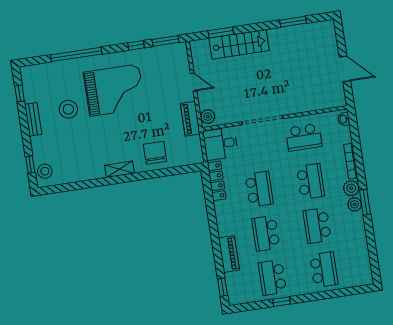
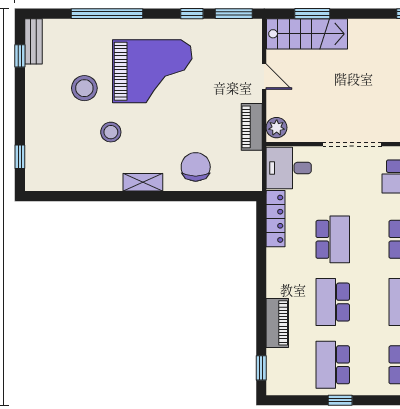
stairs: (239, 44) -> (307, 34), moved
bench: (33, 119) -> (34, 41), moved
stool: (45, 171) -> (111, 132), moved

